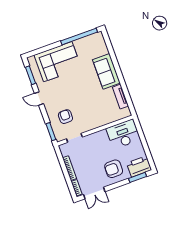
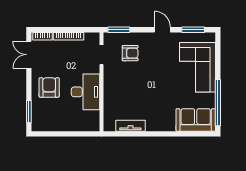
sofa: (106, 71) -> (196, 120), moved
door: (39, 99) -> (162, 30), hinge flipped
desk: (123, 134) -> (86, 92), moved
printer: (139, 167) -> (41, 118), removed

